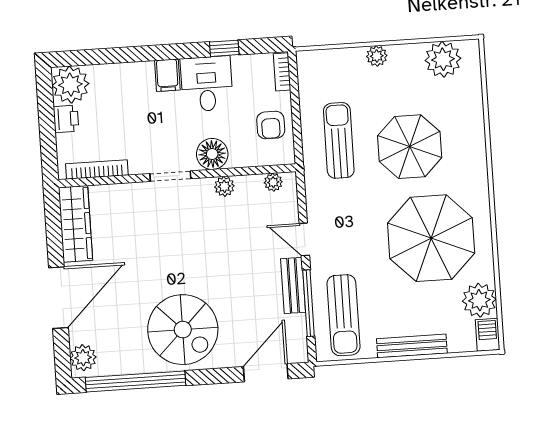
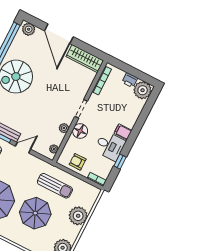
plant: (377, 56) -> (78, 216), width x1.88, depth x1.88

